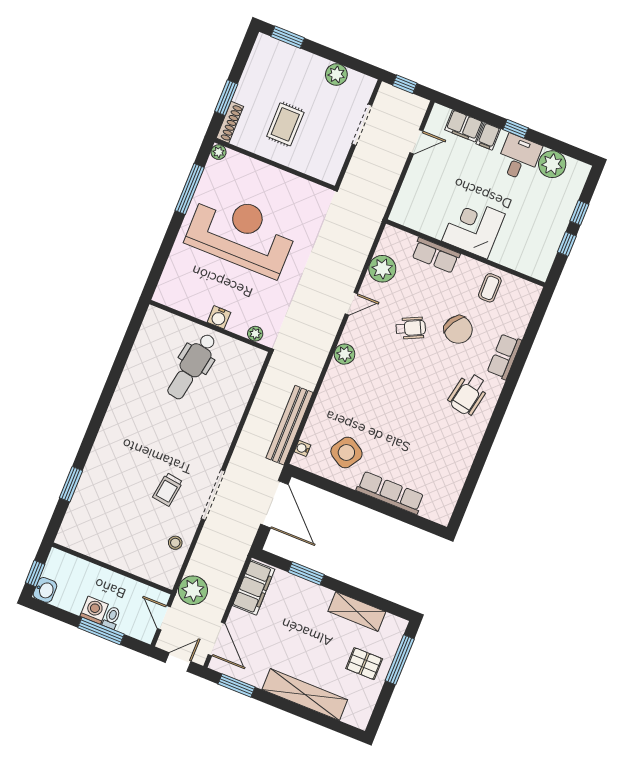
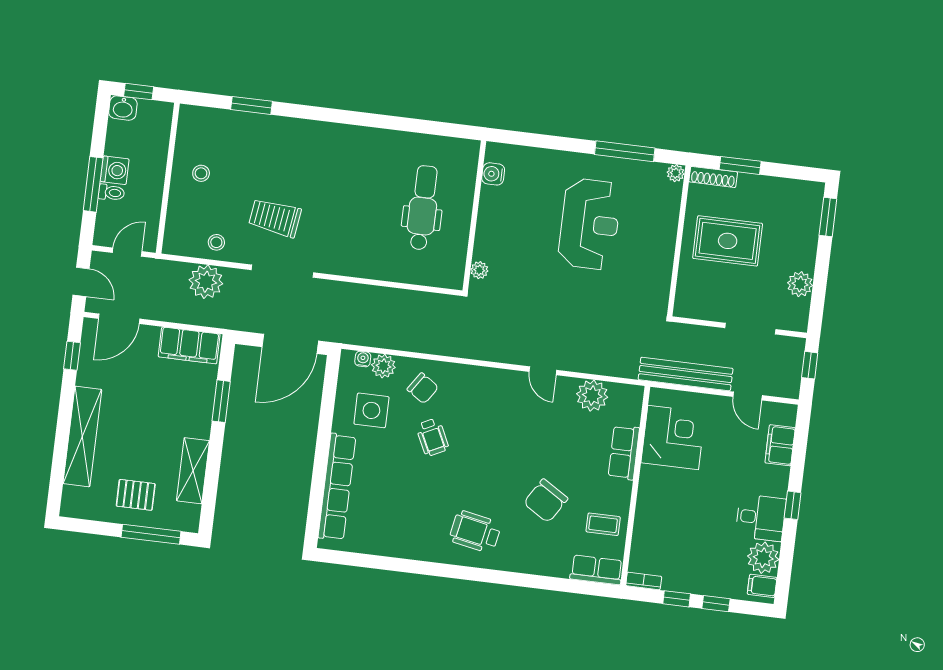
rug: (285, 124) -> (728, 241), width x1.36, depth x1.43
filing cabinet: (488, 136) -> (762, 586), moved
corner desk: (473, 227) -> (673, 437), moved
reception desk: (242, 234) -> (590, 224), width x0.74, depth x0.77
bookcase: (545, 267) -> (644, 581), added
water cooler: (219, 317) -> (493, 174), moved
wheelchair: (411, 328) -> (432, 437), moved
plant: (345, 354) -> (383, 366), moved
row of seats: (504, 356) -> (596, 570), moved
dental chair: (192, 366) -> (423, 208), turned 80
chair: (339, 406) -> (423, 388), added
bench: (290, 425) -> (686, 374), moved
side table: (346, 452) -> (371, 410), turned -32
trolley: (168, 489) -> (275, 218), width x1.36, depth x1.39
row of seats: (390, 493) -> (337, 487), width x1.36
stool: (115, 540) -> (201, 173), added
plant: (193, 590) -> (206, 282), moved
pallet: (364, 664) -> (136, 495), turned 90
window: (237, 685) -> (72, 356), width x0.67

